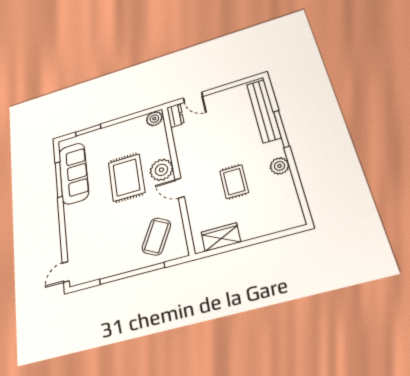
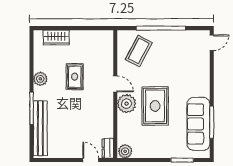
wardrobe: (221, 237) -> (56, 38), moved

